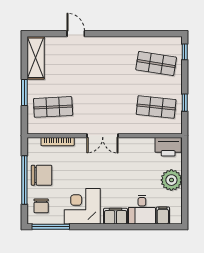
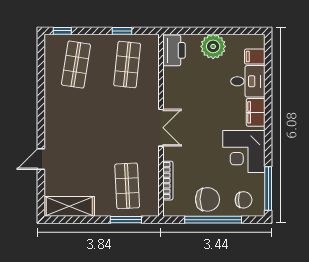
window: (24, 92) -> (126, 220), moved
chair: (42, 175) -> (207, 199), turned 90

